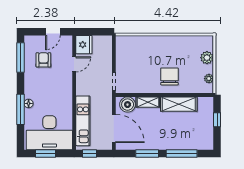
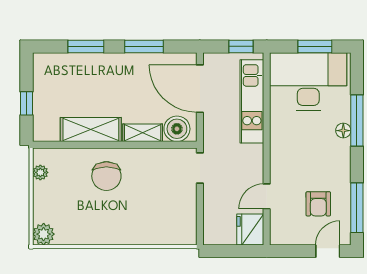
door: (53, 32) -> (328, 251), moved
plant: (207, 58) -> (44, 234), moved
window: (182, 154) -> (86, 46), width x0.69

